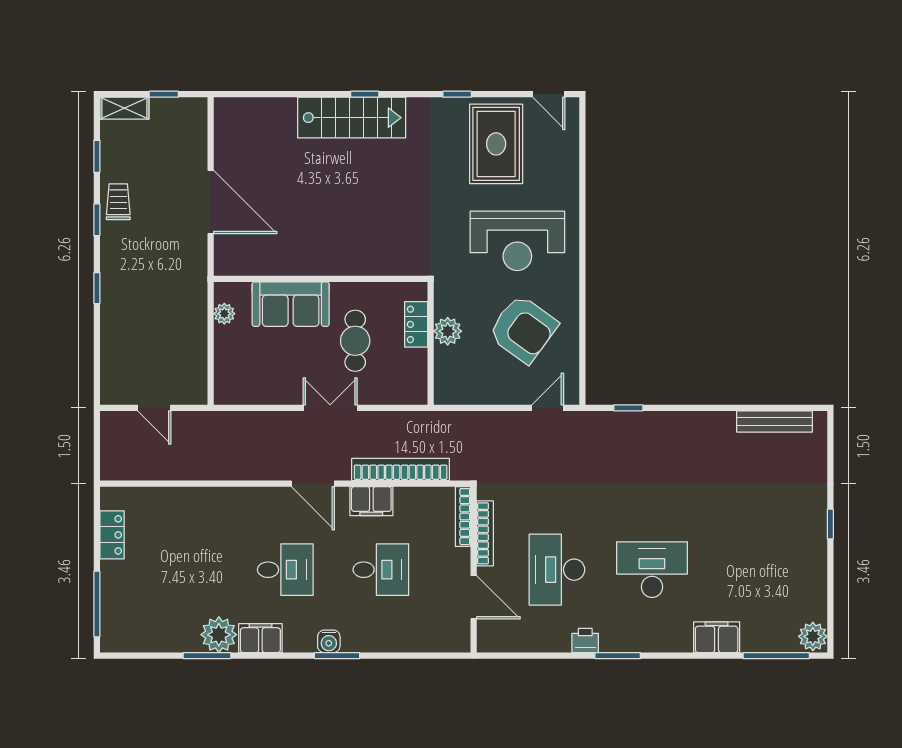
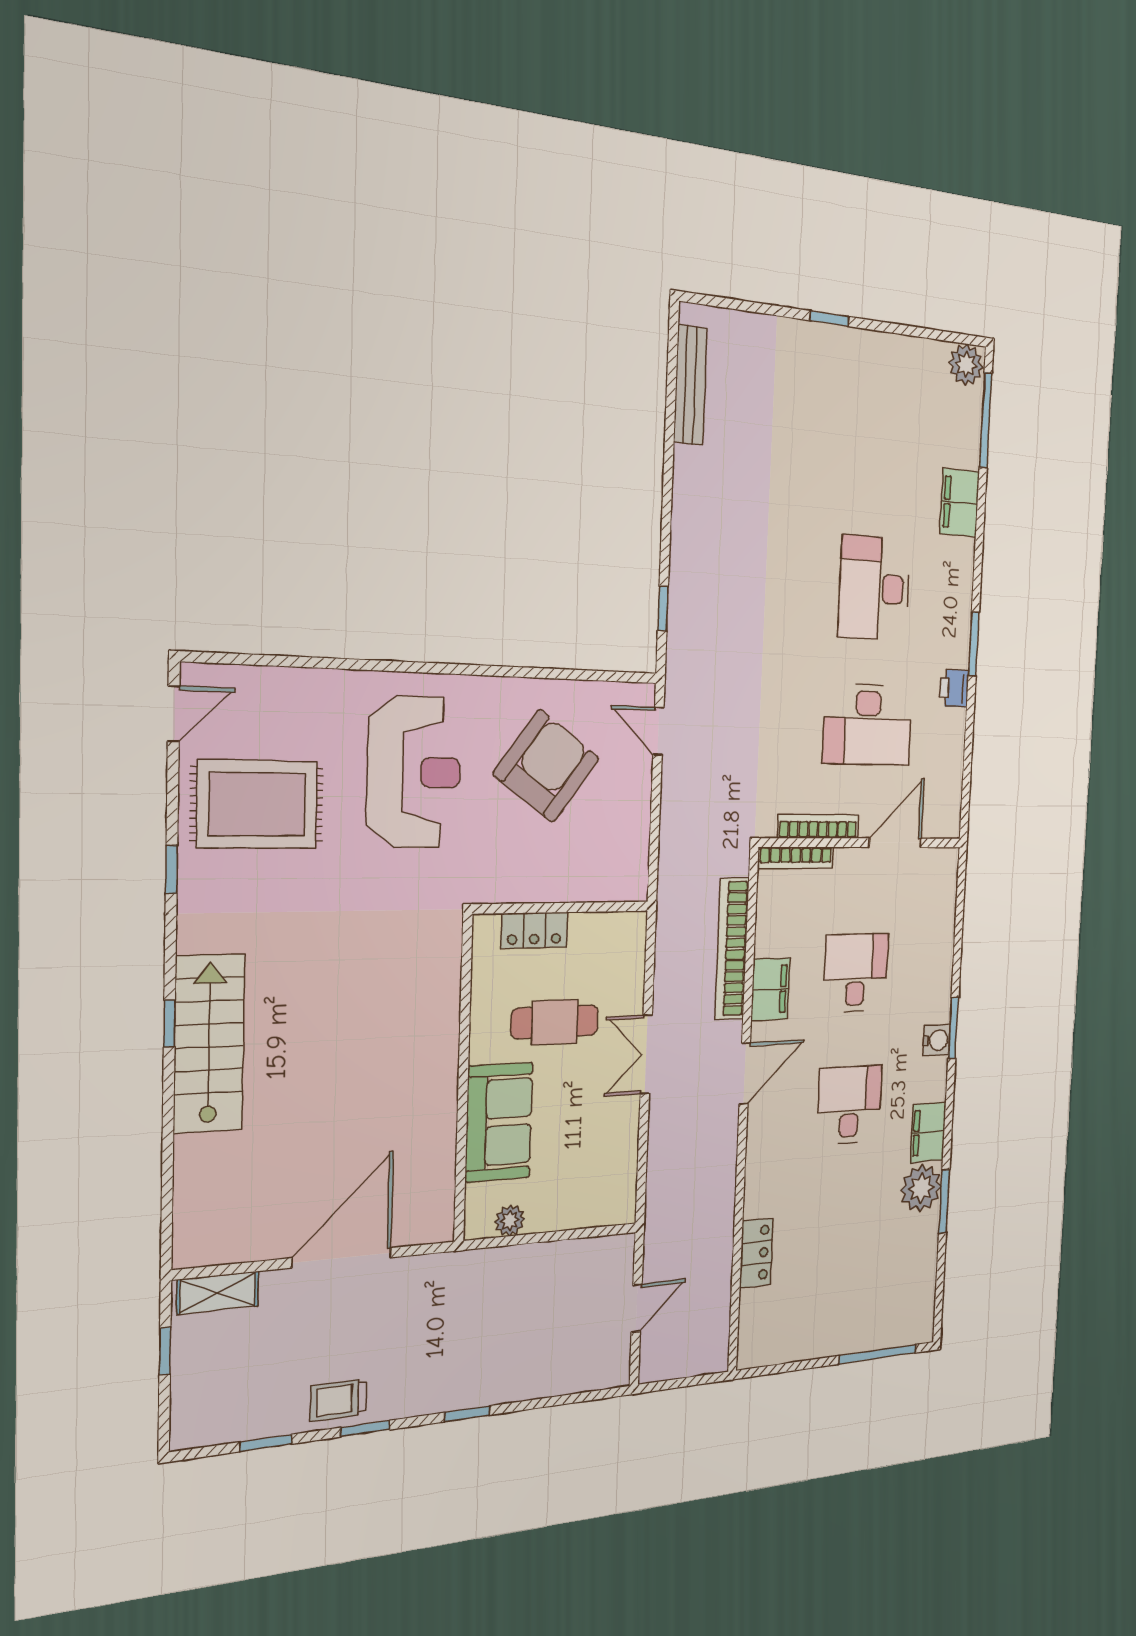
shelving: (124, 108) -> (218, 1293), moved, turned 90
plant: (448, 331) -> (546, 882), removed
locker: (112, 535) -> (756, 1253), moved, turned 90

